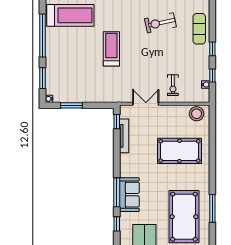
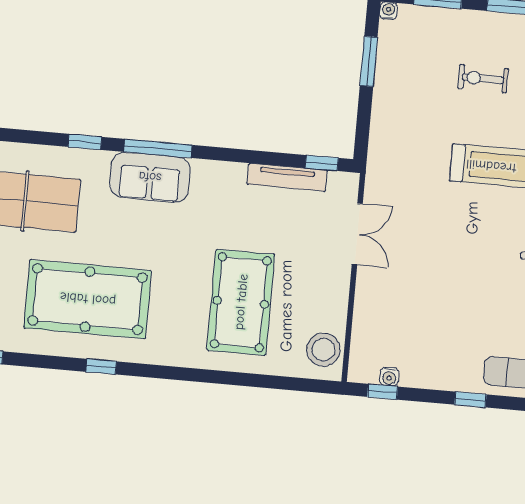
window: (212, 75) -> (383, 392), moved
exercise bike: (173, 85) -> (483, 79), moved
window: (212, 208) -> (101, 367), width x0.46

